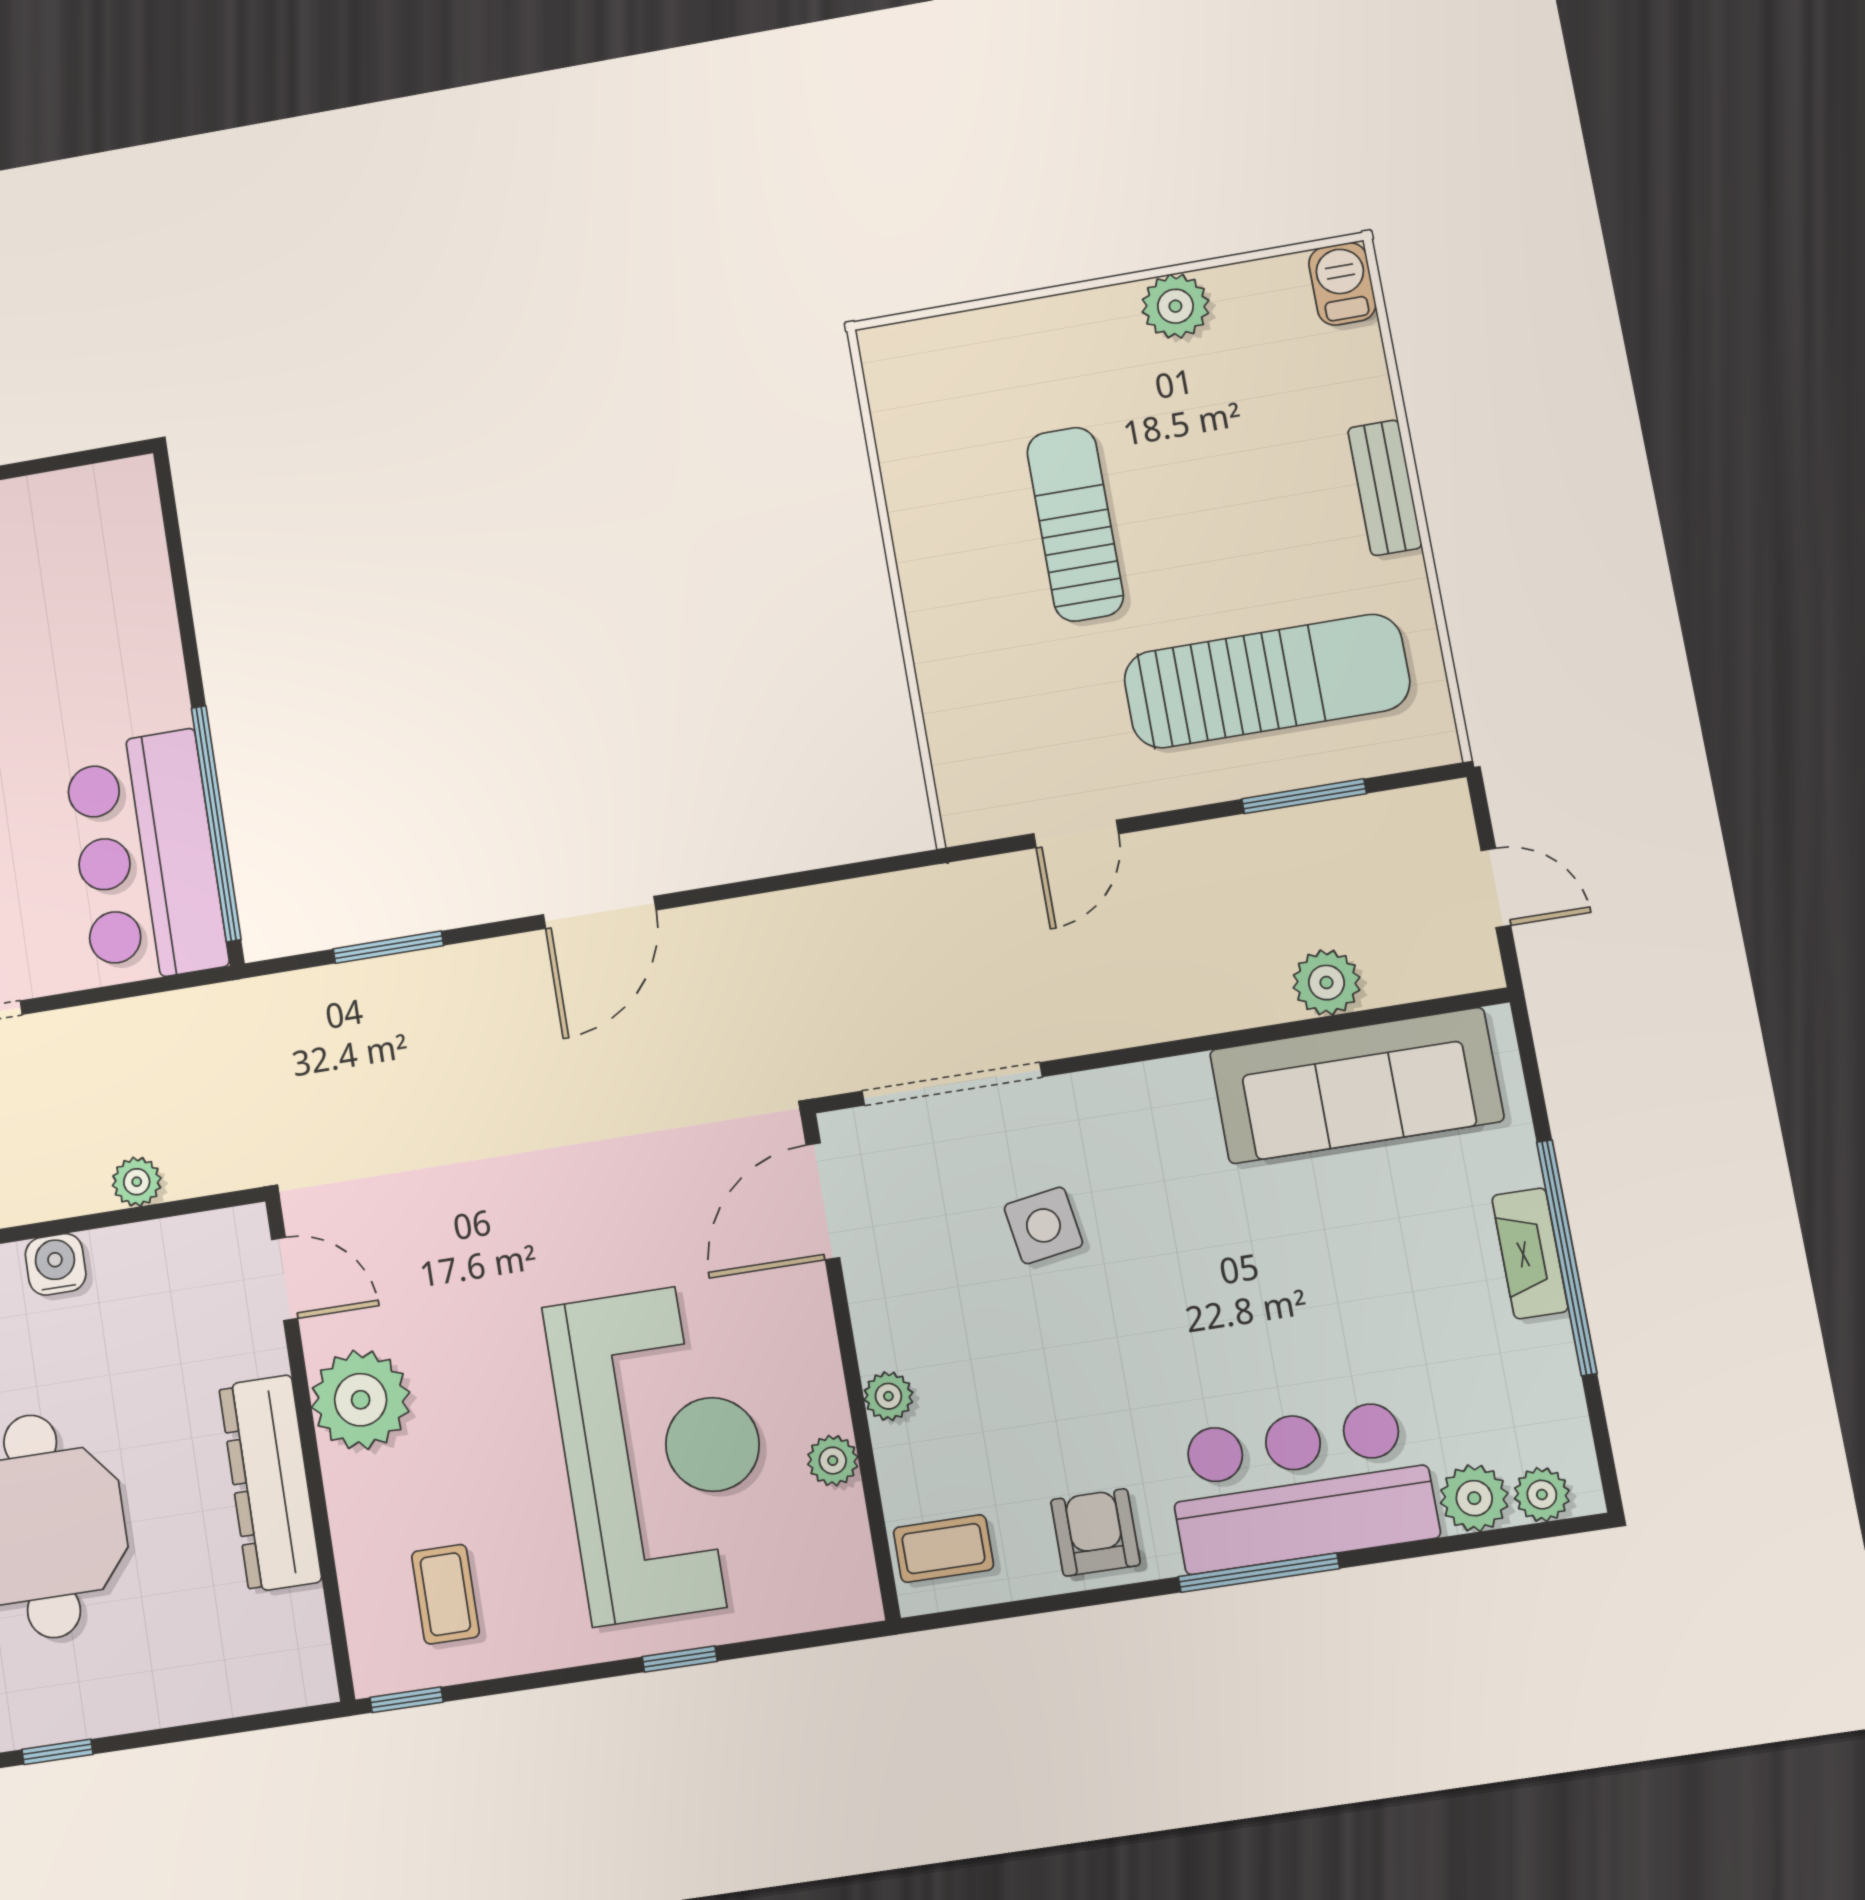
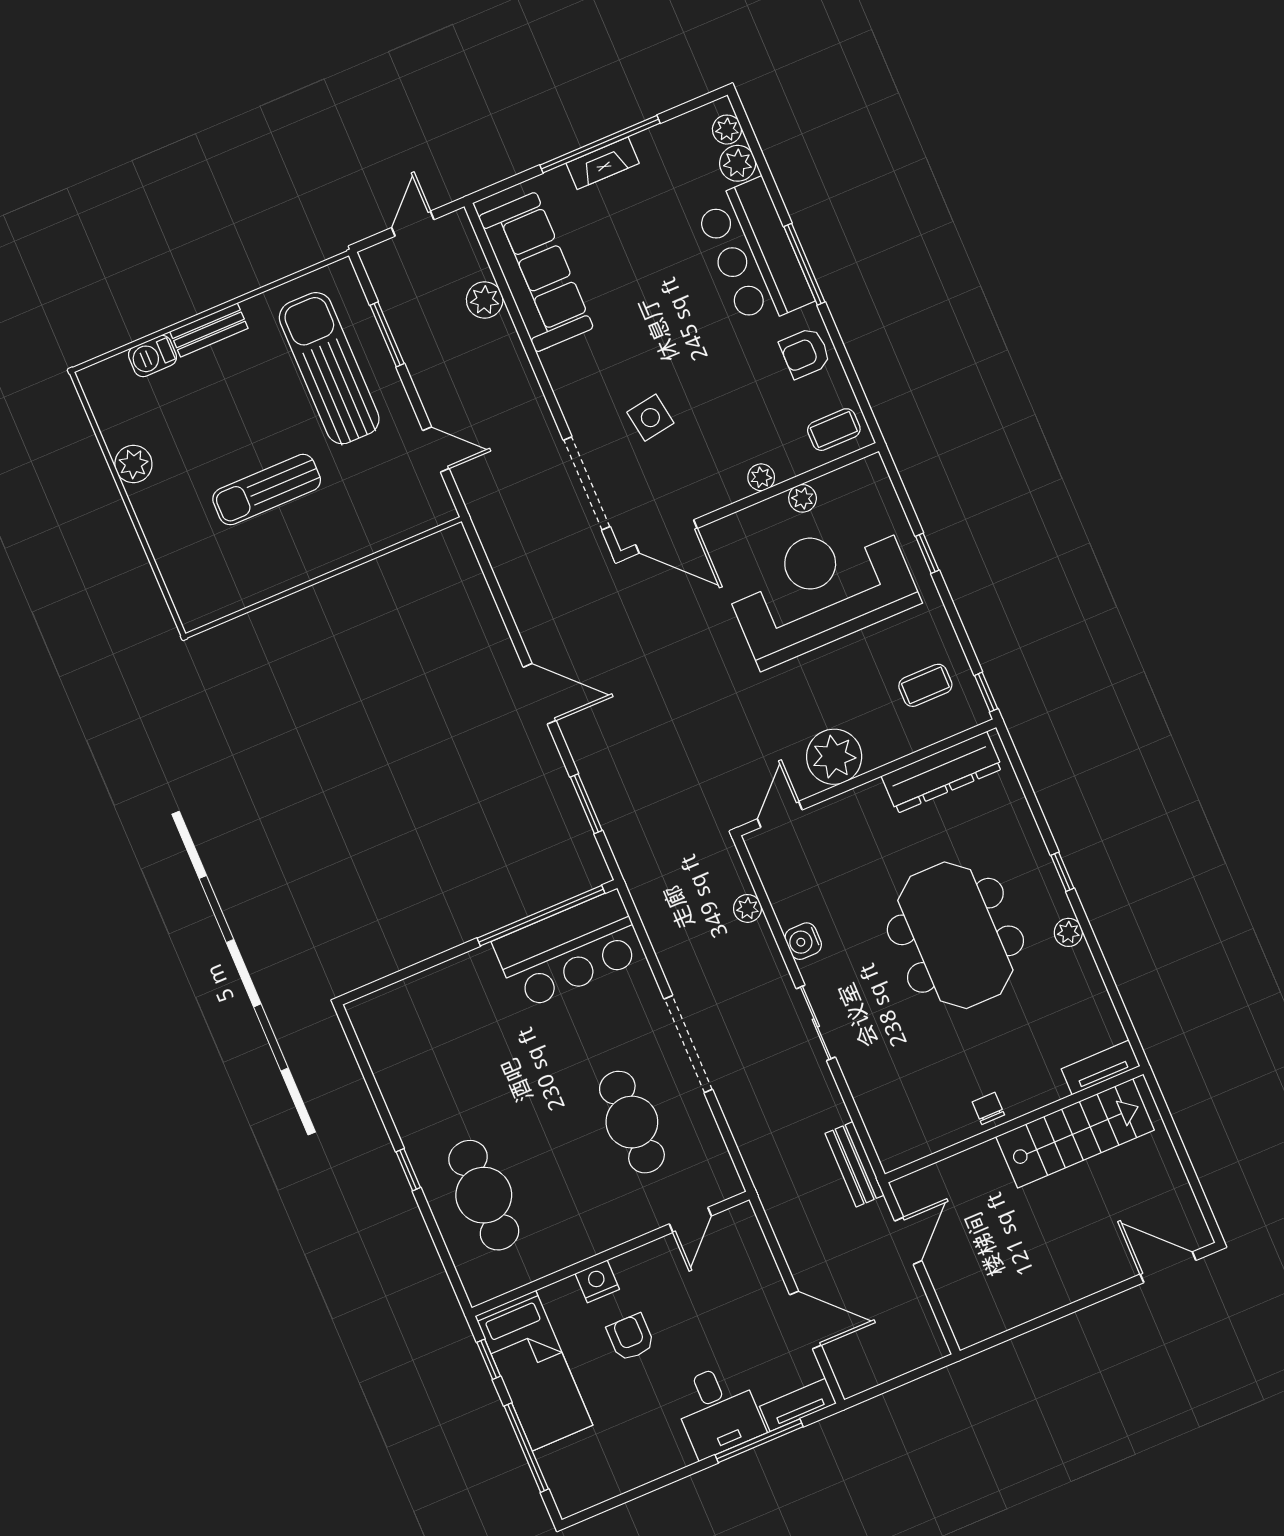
barbecue: (1342, 284) -> (152, 356), moved
dresser: (270, 1483) -> (942, 772), moved
coffee table: (943, 1549) -> (834, 430), turned 90

